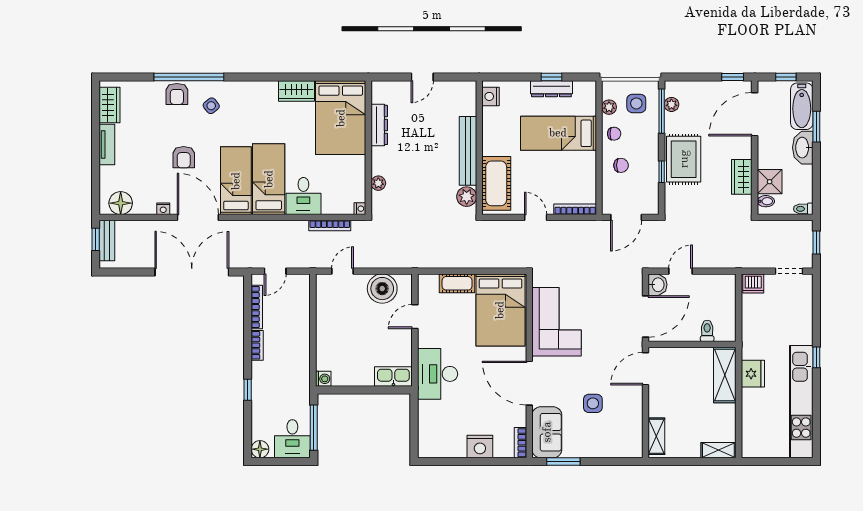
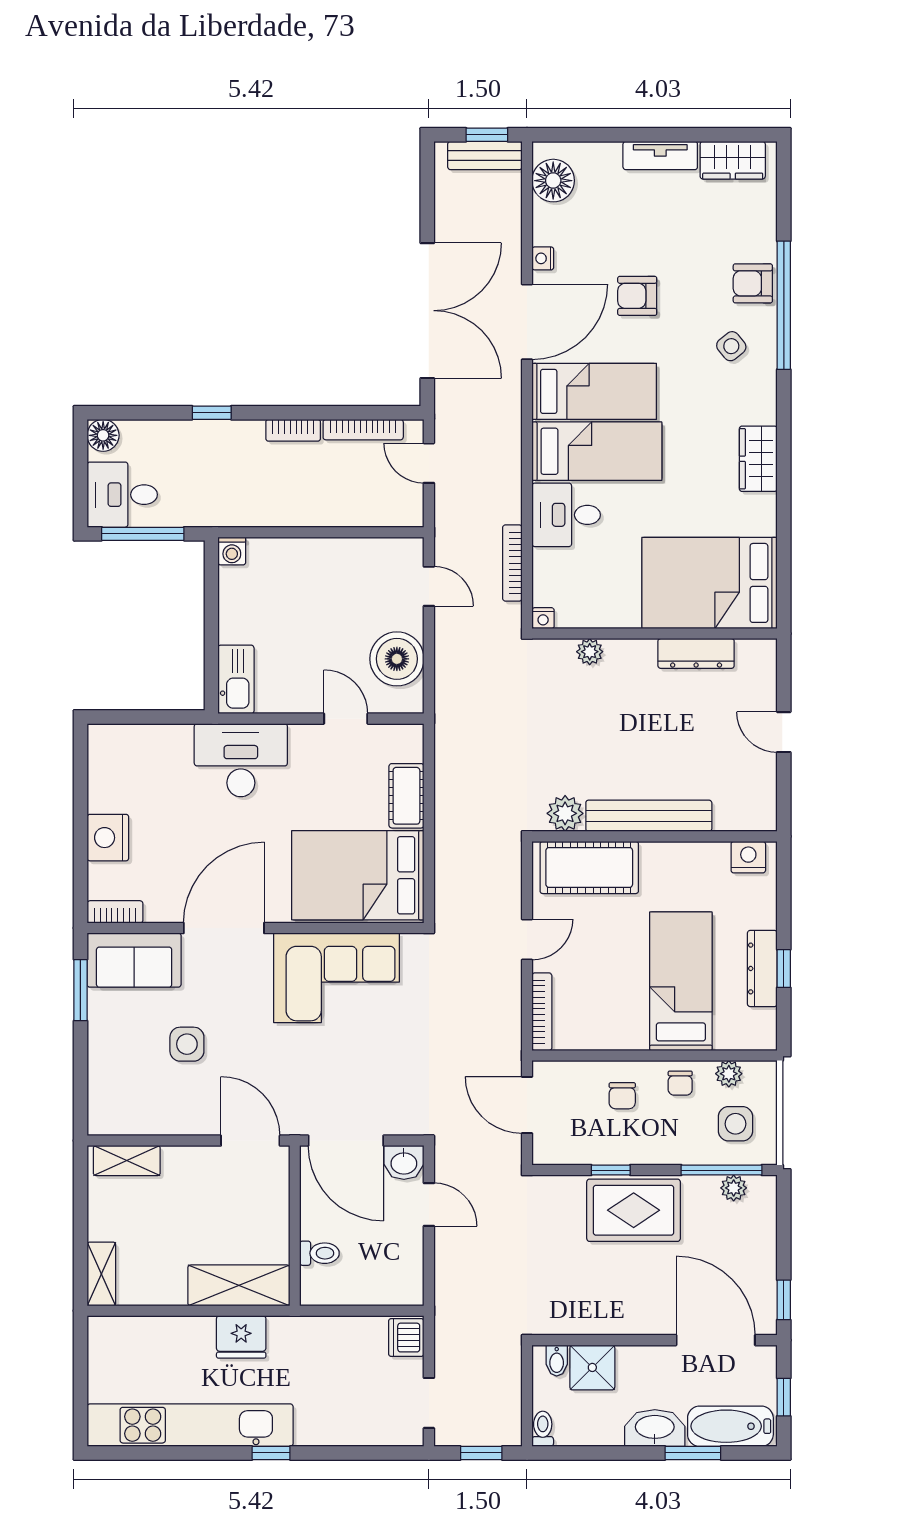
wardrobe: (296, 91) -> (758, 459), moved
wardrobe: (742, 177) -> (601, 1317), removed

